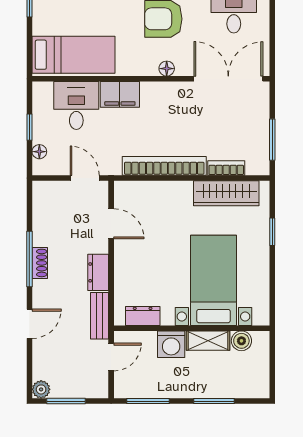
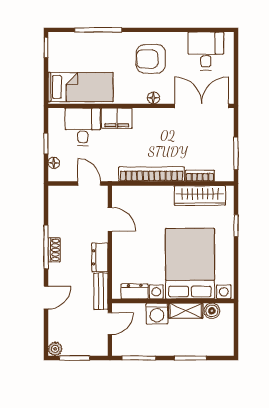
bed with nightstands: (213, 280) -> (190, 264), width x1.36

